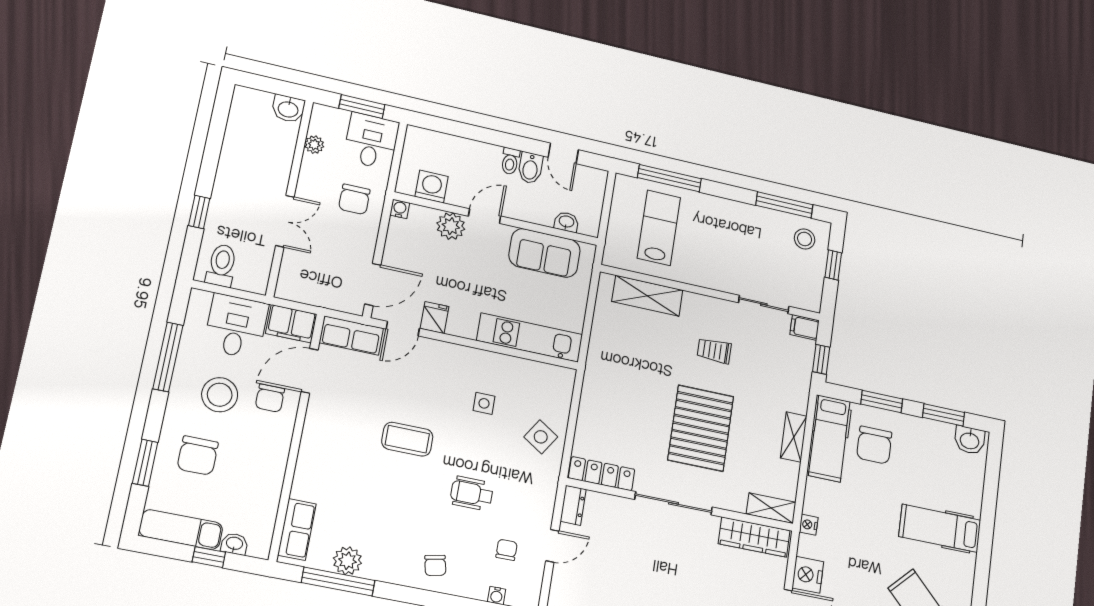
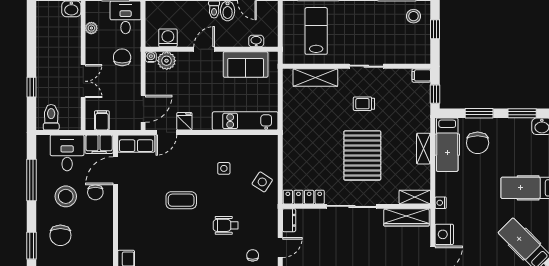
chair: (354, 199) -> (122, 57), turned 180
plant: (451, 226) -> (167, 61), moved
filing cabinet: (303, 288) -> (102, 120), added
sliding door: (764, 305) -> (366, 66), moved

